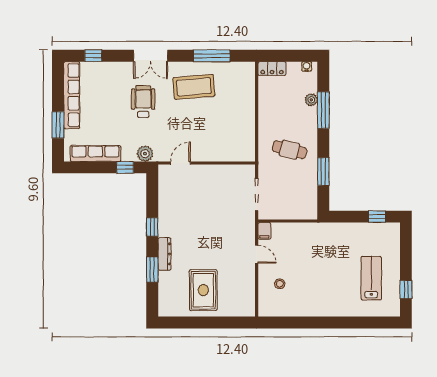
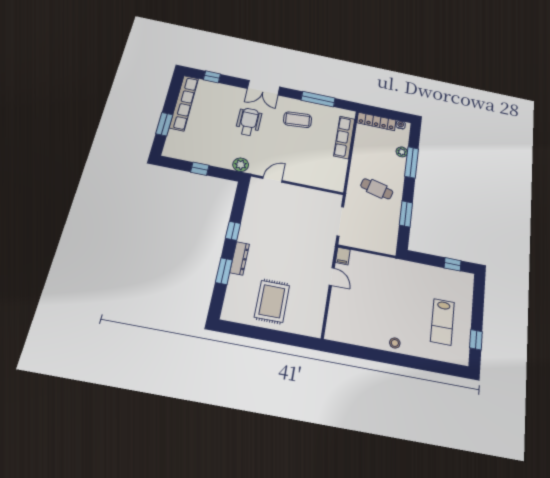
locker: (272, 69) -> (376, 121), width x1.53
coffee table: (194, 87) -> (298, 120), width x0.73, depth x0.76
row of seats: (95, 153) -> (344, 137), moved, turned -90
window: (125, 167) -> (200, 169), moved
lab bench: (371, 278) -> (442, 322), turned 180
stool: (280, 284) -> (395, 343), moved

